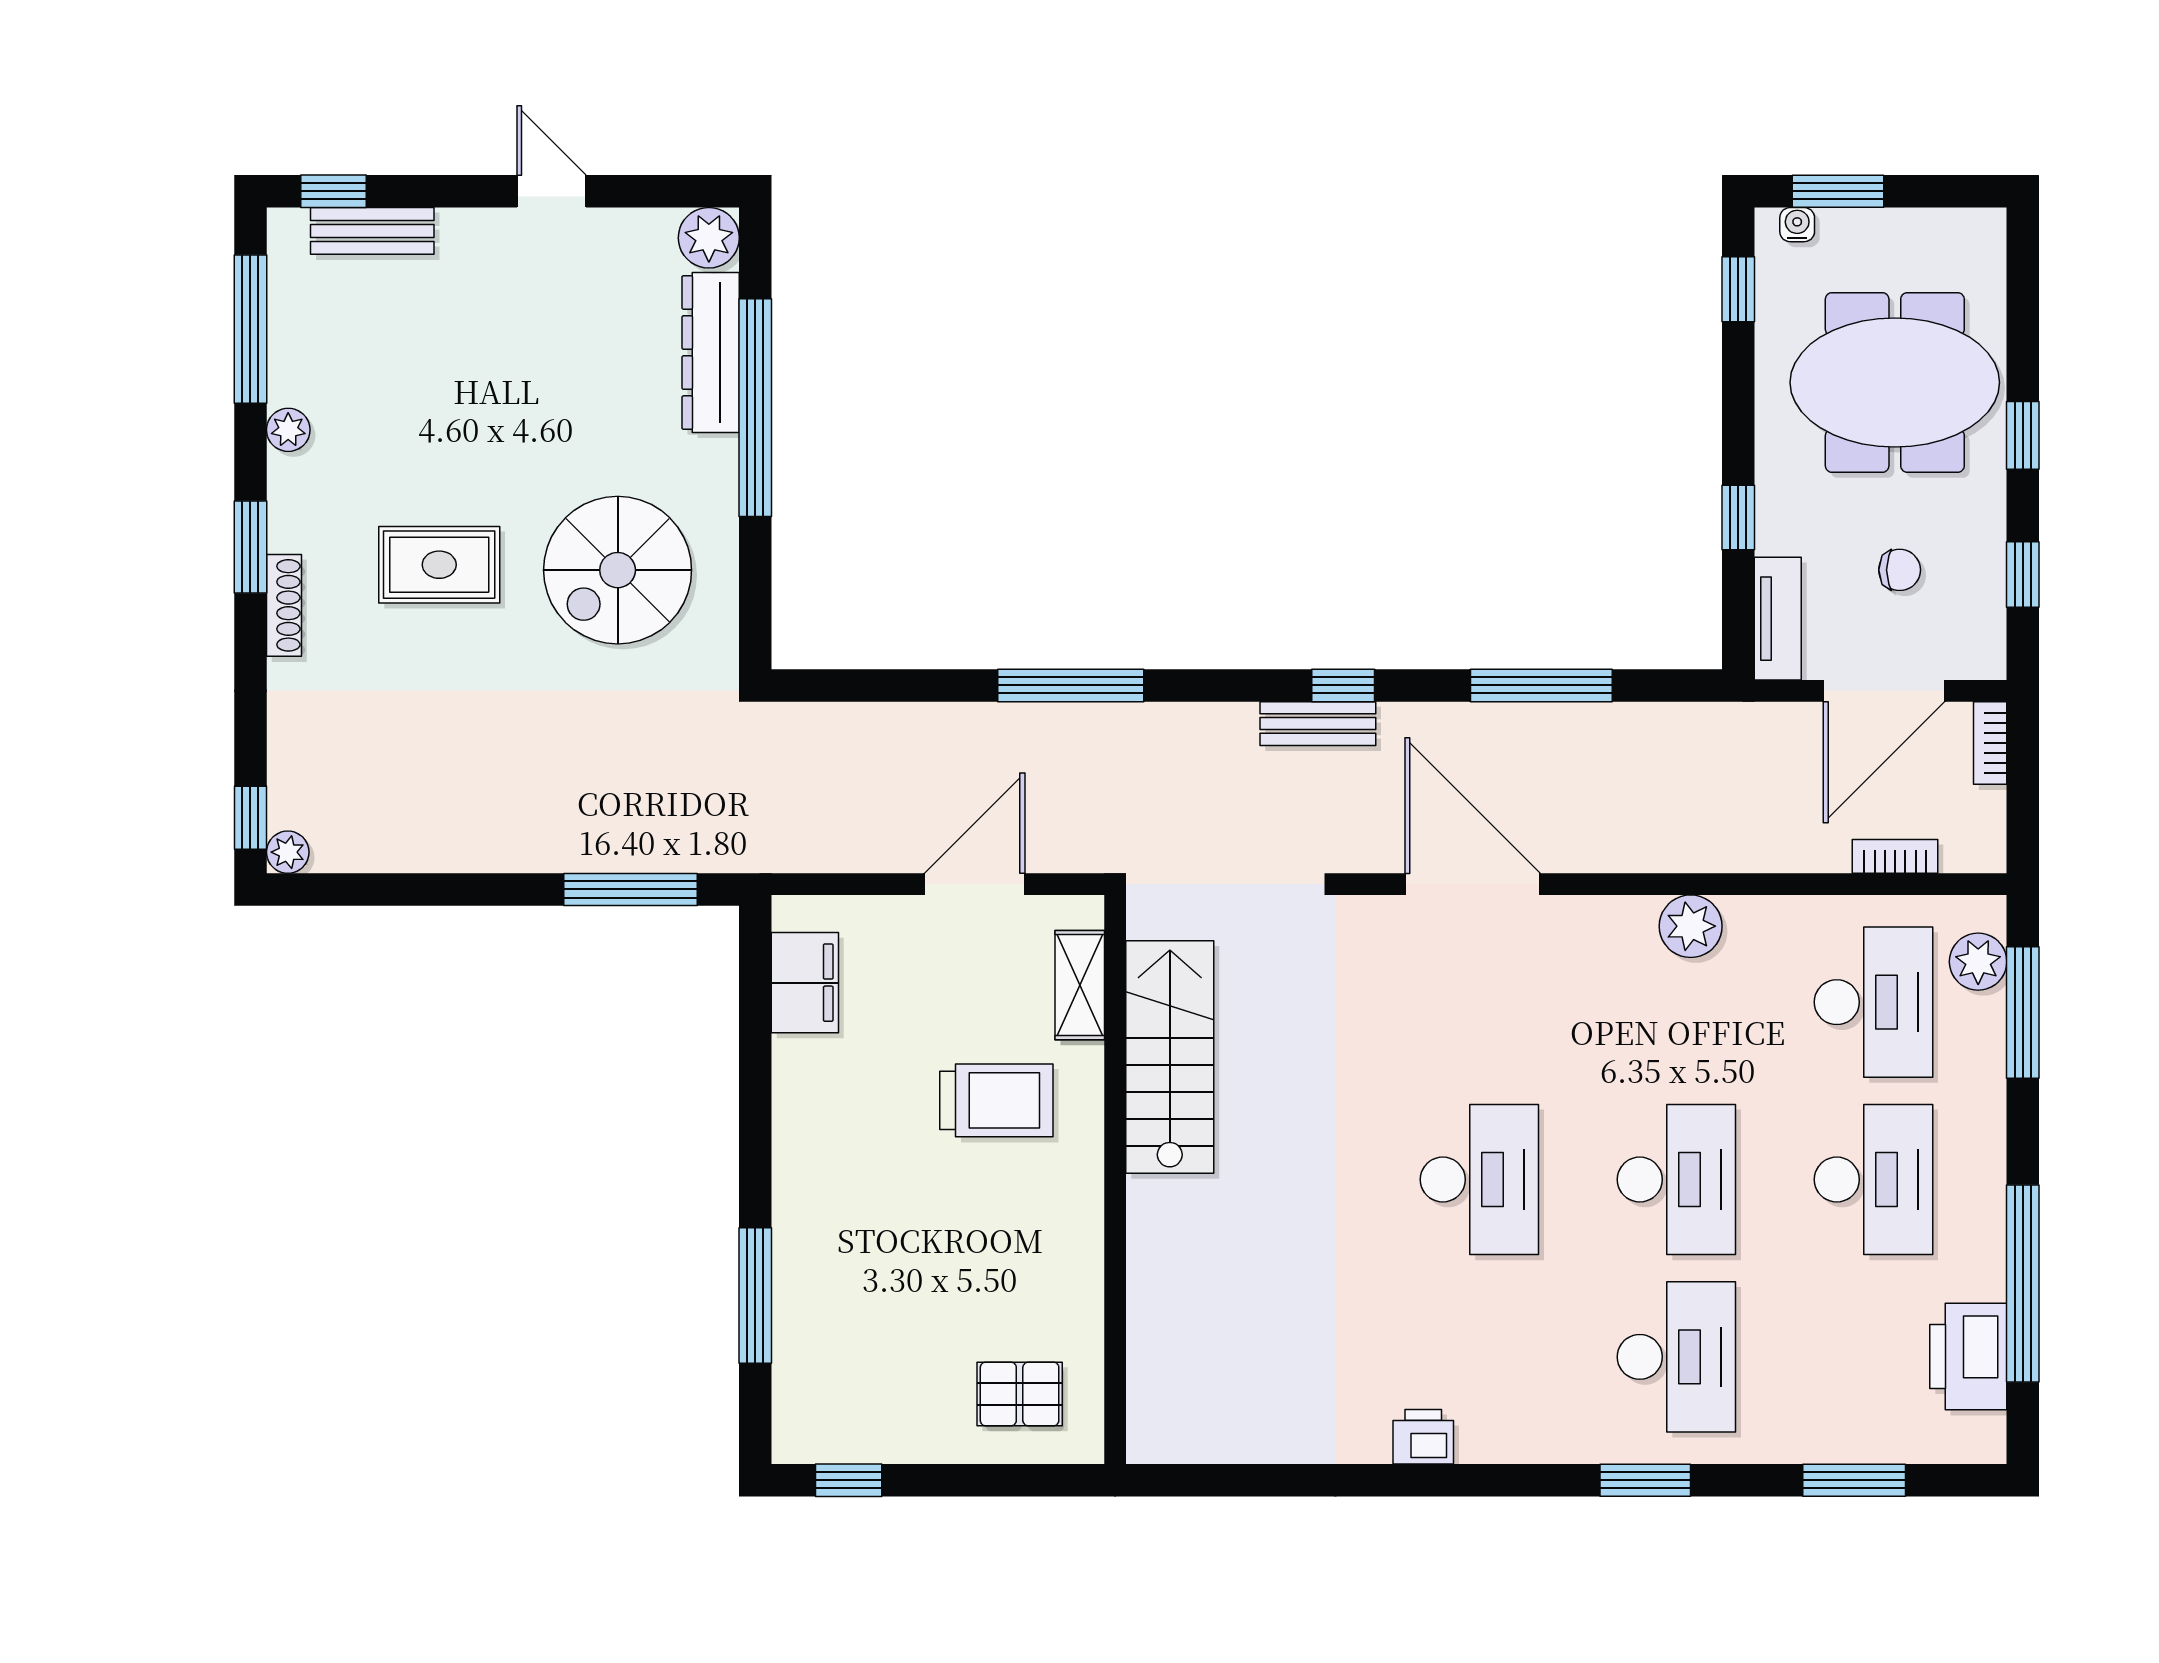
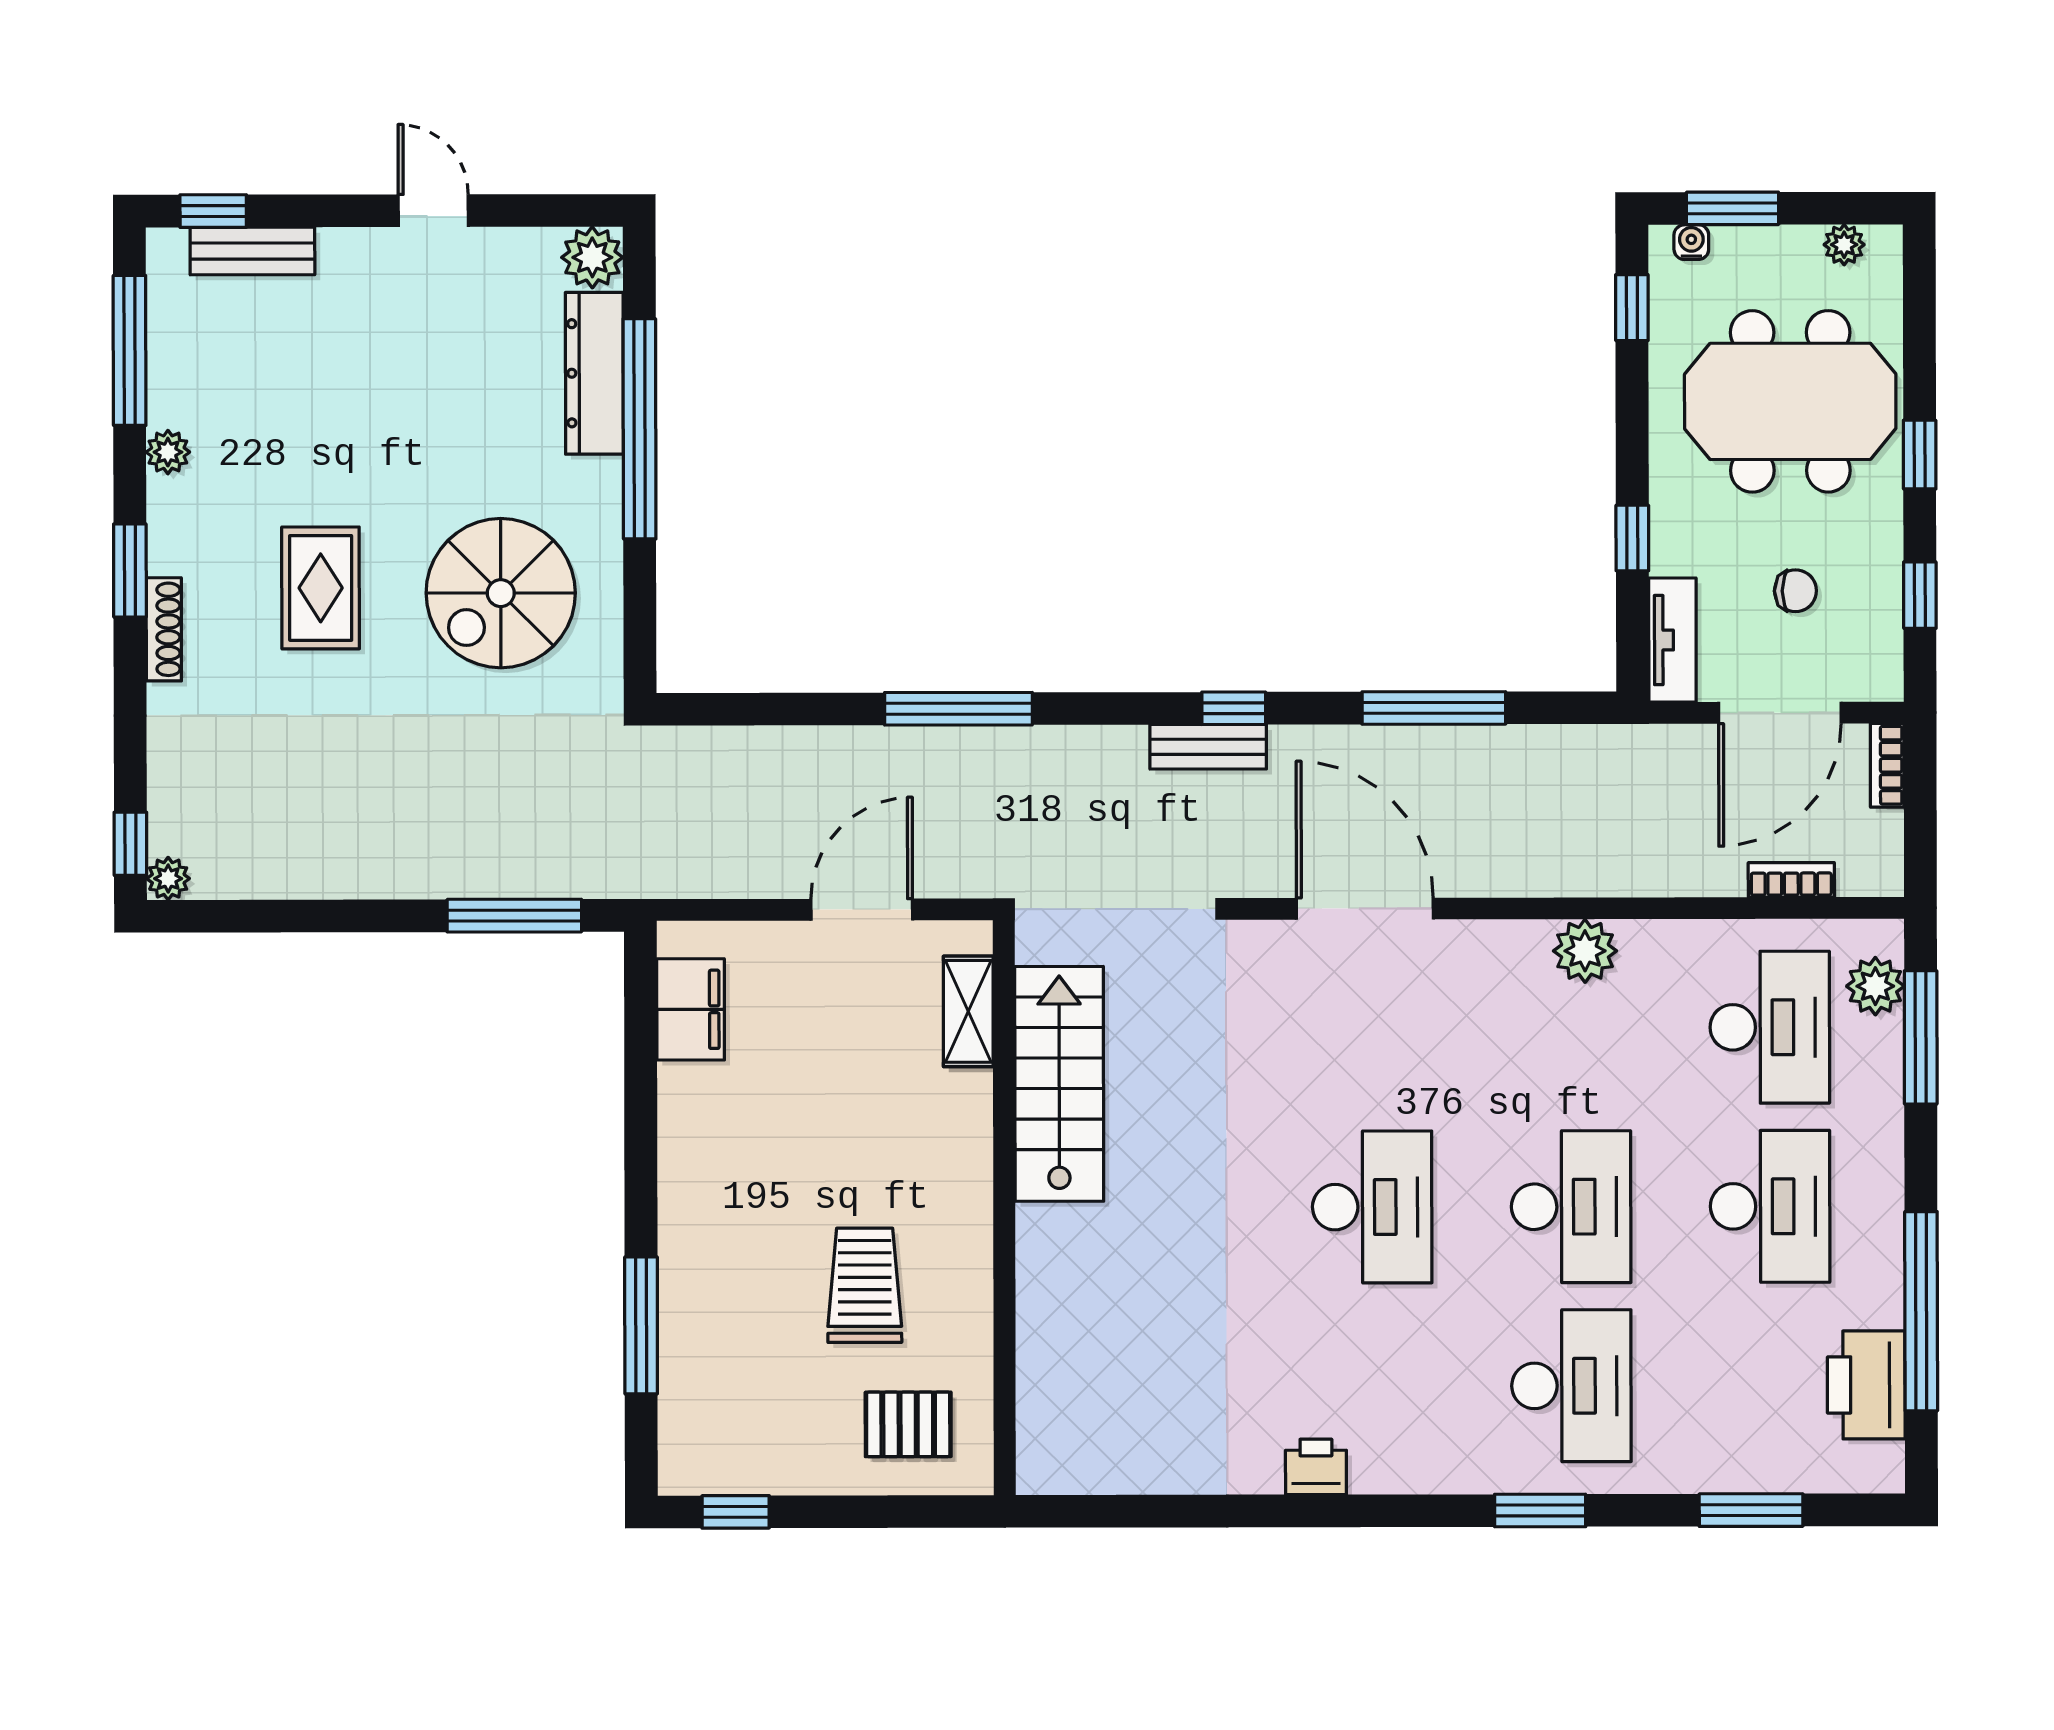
plant: (1948, 227) -> (1844, 245), added
rug: (439, 565) -> (321, 588), turned 90
trolley: (996, 1100) -> (865, 1285), moved, turned -90

